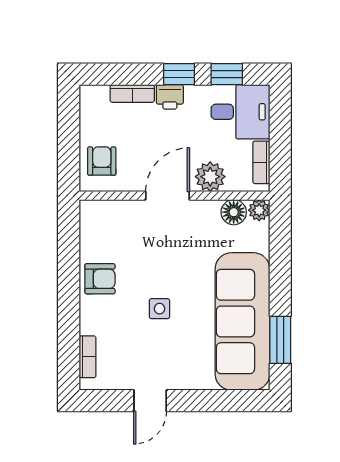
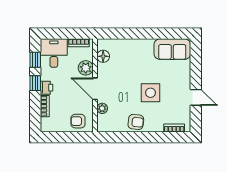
plant: (259, 210) -> (102, 108), moved
armchair: (100, 279) -> (136, 122), turned 97
side table: (159, 309) -> (150, 93), width x1.87, depth x1.87
sofa: (242, 321) -> (172, 49), width x0.54, depth x0.79
window: (280, 340) -> (166, 33), removed

